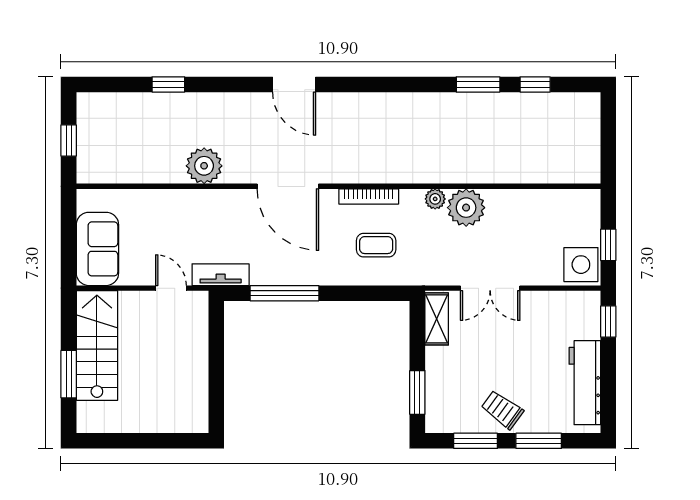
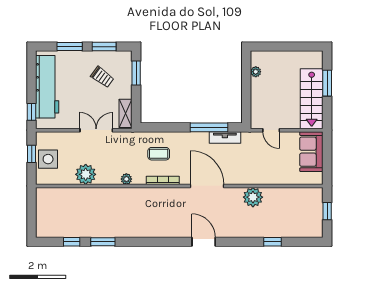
plant: (466, 208) -> (86, 174), moved
side table: (581, 265) -> (48, 159), moved
tv unit: (221, 275) -> (225, 138), moved
workbench: (585, 383) -> (47, 87), width x1.36, depth x1.32
plant: (199, 395) -> (256, 72), added
trolley: (502, 410) -> (102, 77), moved

